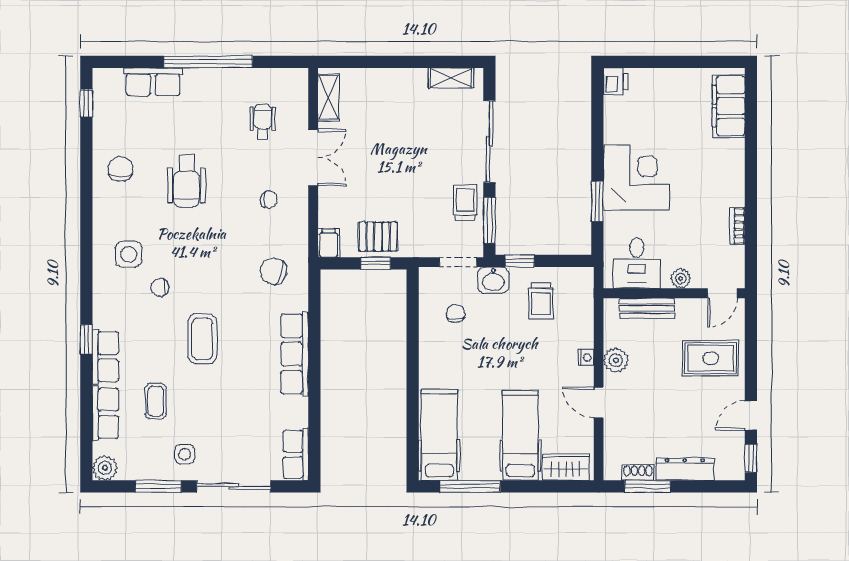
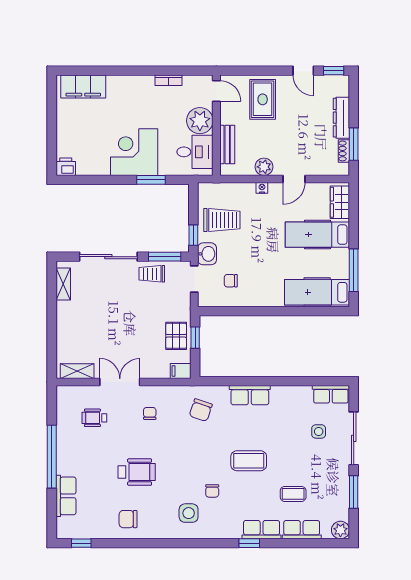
plant: (681, 279) -> (200, 121), width x1.87, depth x1.87
trolley: (541, 301) -> (222, 220), width x1.36, depth x1.39
row of seats: (295, 354) -> (250, 395), width x0.68
side table: (185, 454) -> (319, 431), moved

